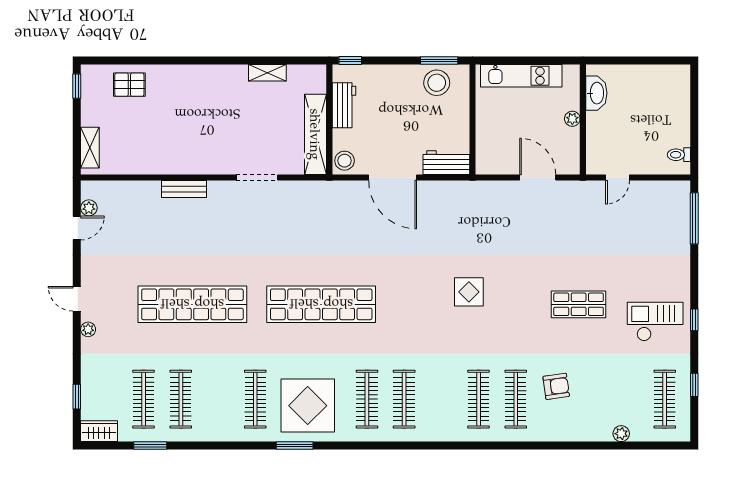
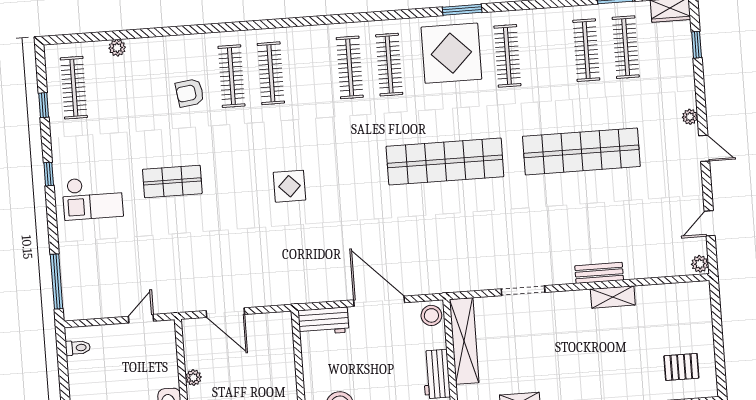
pallet: (129, 85) -> (681, 367), moved
window: (77, 86) -> (721, 373), removed
shelving: (90, 148) -> (613, 297), moved, turned 90
plant: (89, 208) -> (700, 264), moved
checkout: (655, 322) -> (93, 198), moved

